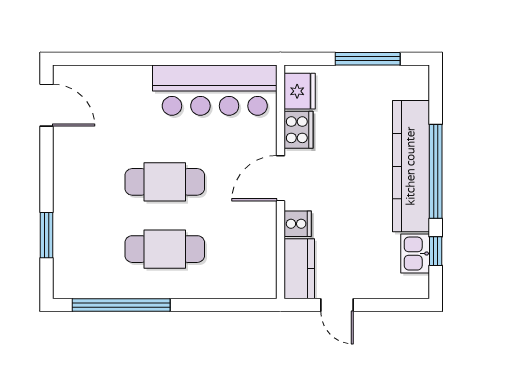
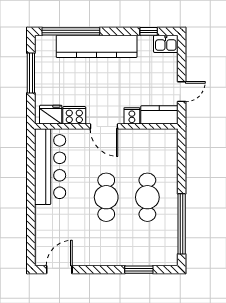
window: (436, 171) -> (71, 31), moved
kitchen sink: (415, 254) -> (166, 44), moved

